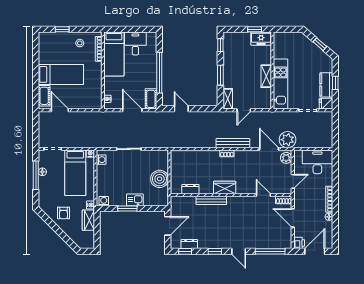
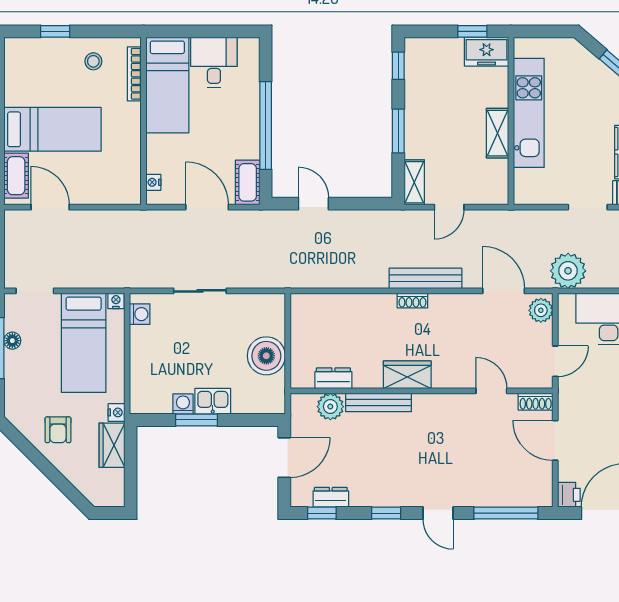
kitchen unit: (281, 84) -> (529, 113), moved
plant: (287, 140) -> (568, 271), moved
washing machine: (104, 201) -> (183, 404), moved
plant: (189, 202) -> (330, 407), added

